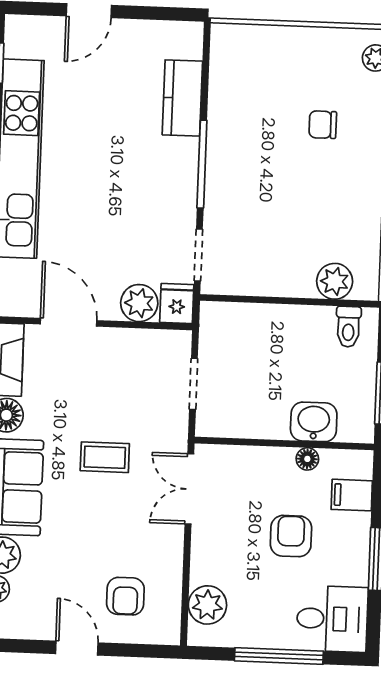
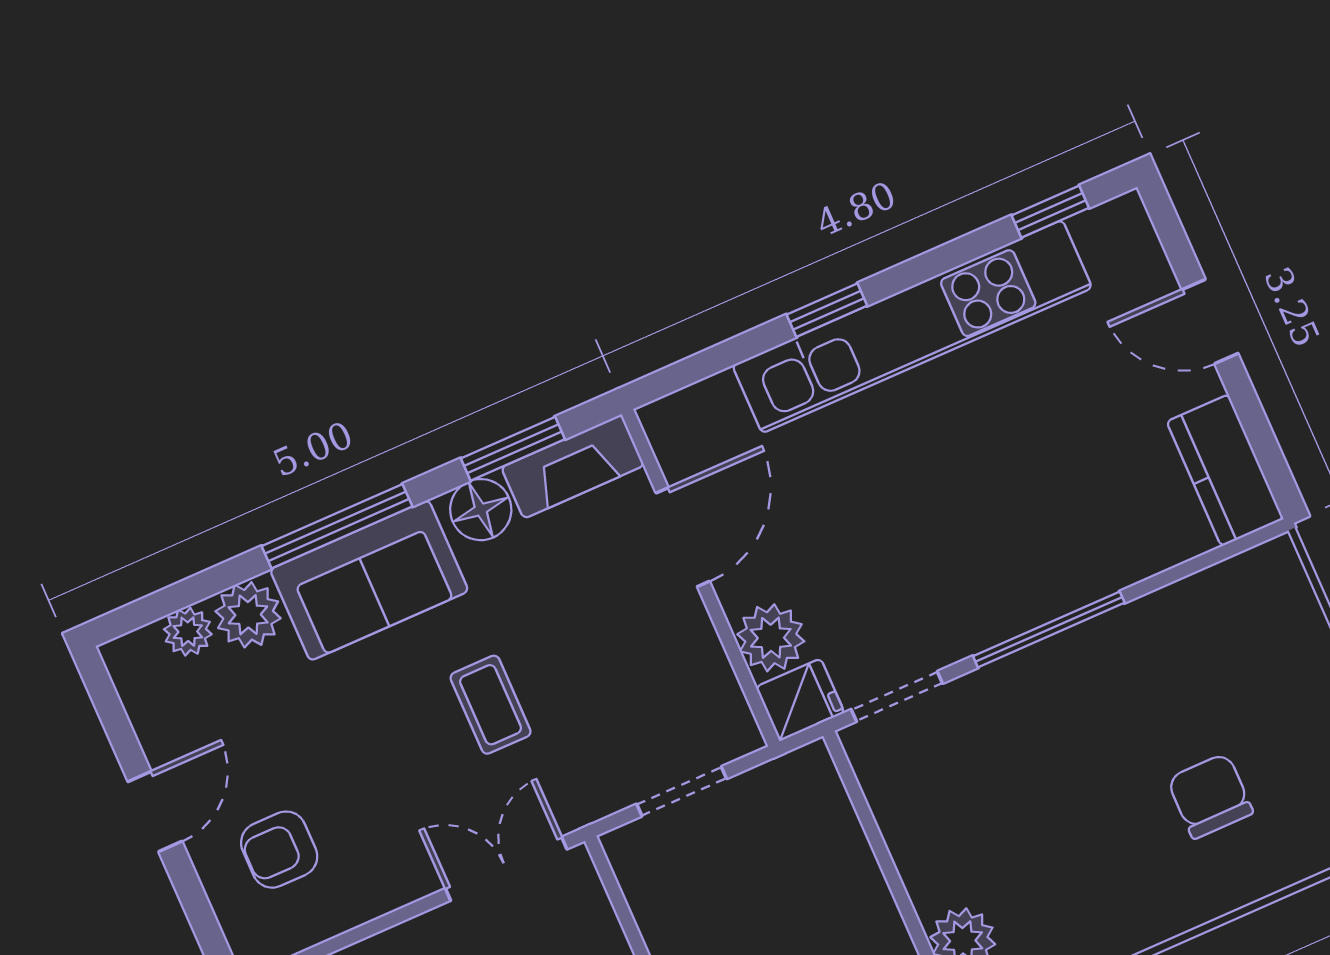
kitchen counter: (182, 98) -> (1225, 470), moved, turned -90
chair: (323, 125) -> (1210, 796), width x1.37, depth x1.37

